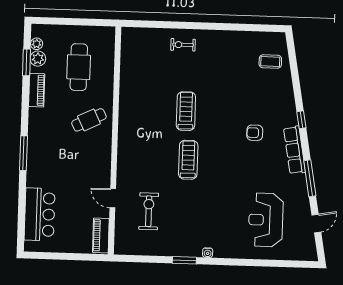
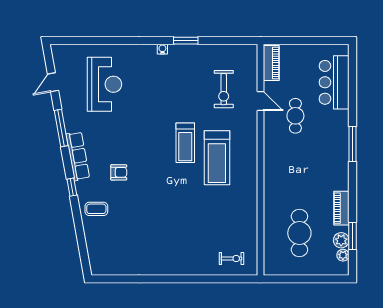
exercise bike: (183, 45) -> (232, 259), moved
coffee table: (270, 62) -> (96, 209), moved
treadmill: (186, 111) -> (217, 158), moved, width x1.37, depth x1.38
cafe table: (89, 120) -> (295, 116), moved, turned -64

